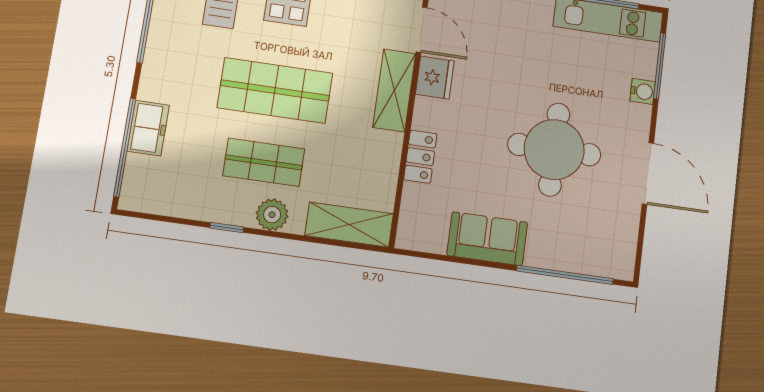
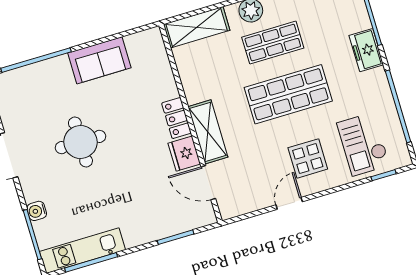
freezer: (148, 128) -> (366, 50), moved
round table: (554, 150) -> (80, 142), width x0.73, depth x0.73
locker: (420, 157) -> (176, 118), moved

